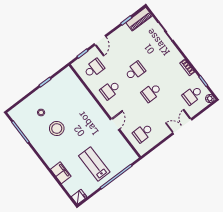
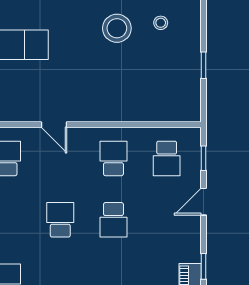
door: (100, 40) -> (203, 202), hinge flipped

